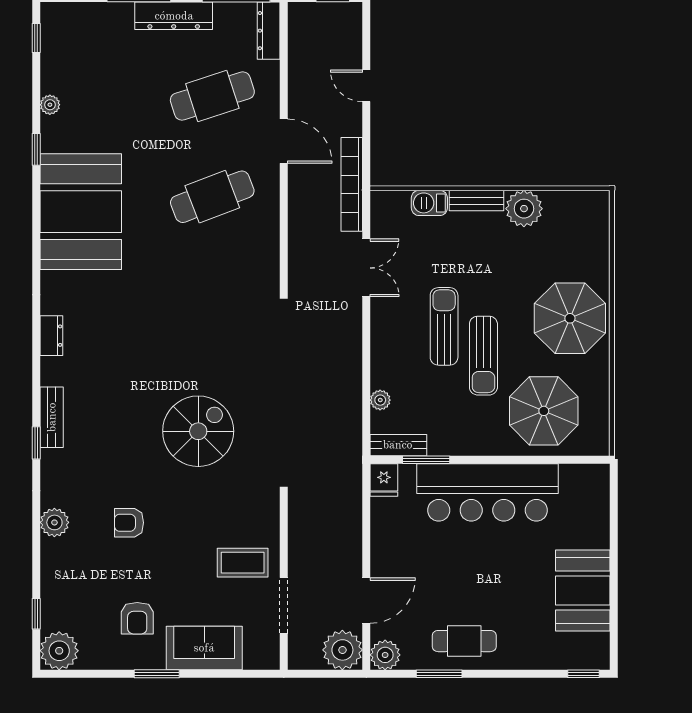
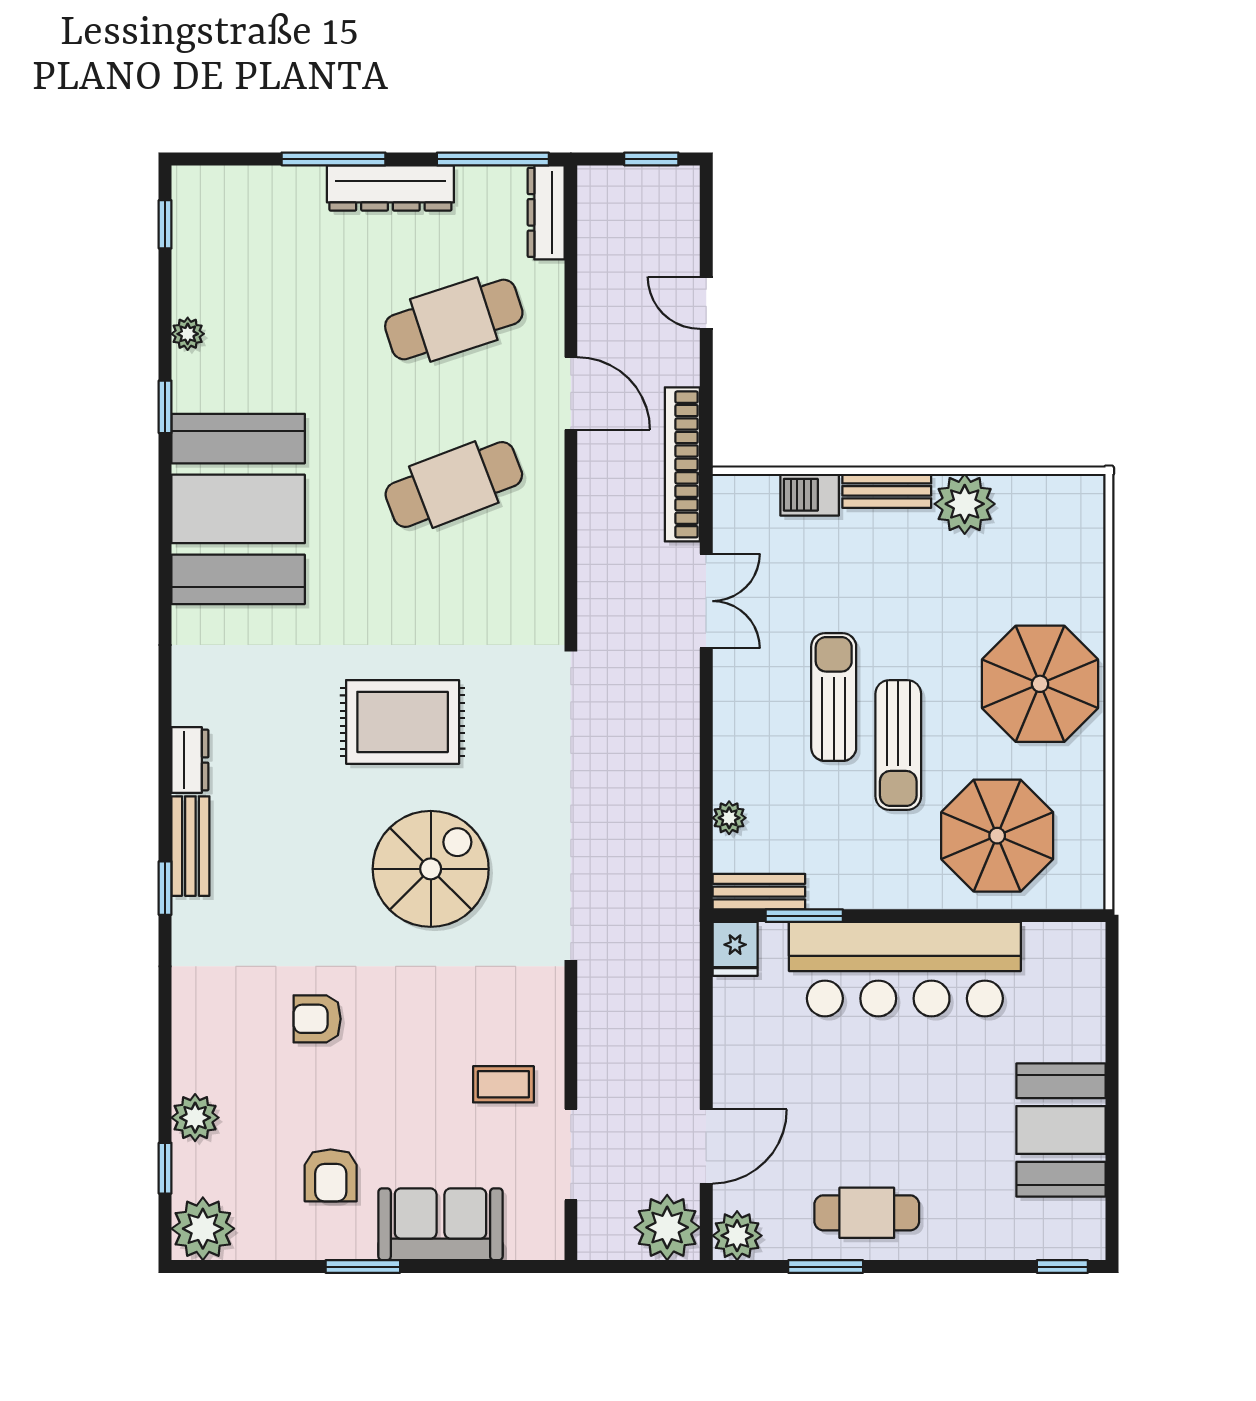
dresser: (51, 336) -> (190, 760), moved
rug: (181, 342) -> (403, 722), added
plant: (54, 522) -> (195, 1118), moved
coffee table: (243, 563) -> (503, 1084), width x0.73, depth x0.77

